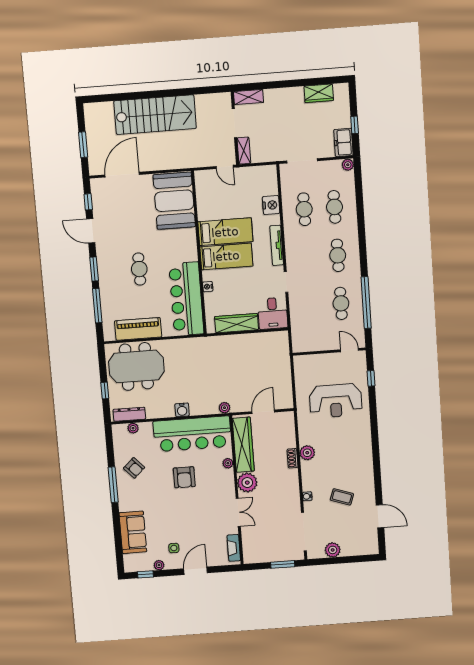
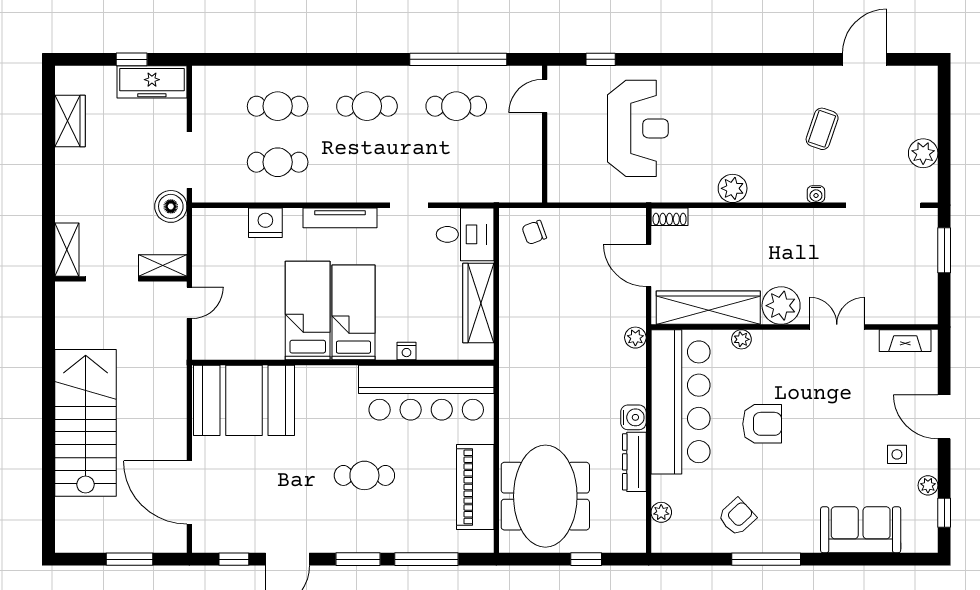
freezer: (343, 143) -> (152, 82), width x1.40
boiler: (276, 153) -> (171, 206), added
plant: (348, 165) -> (203, 77), removed
chair: (276, 350) -> (534, 232), added
dresser: (129, 414) -> (634, 462), moved
shoe rack: (293, 458) -> (670, 217), moved

